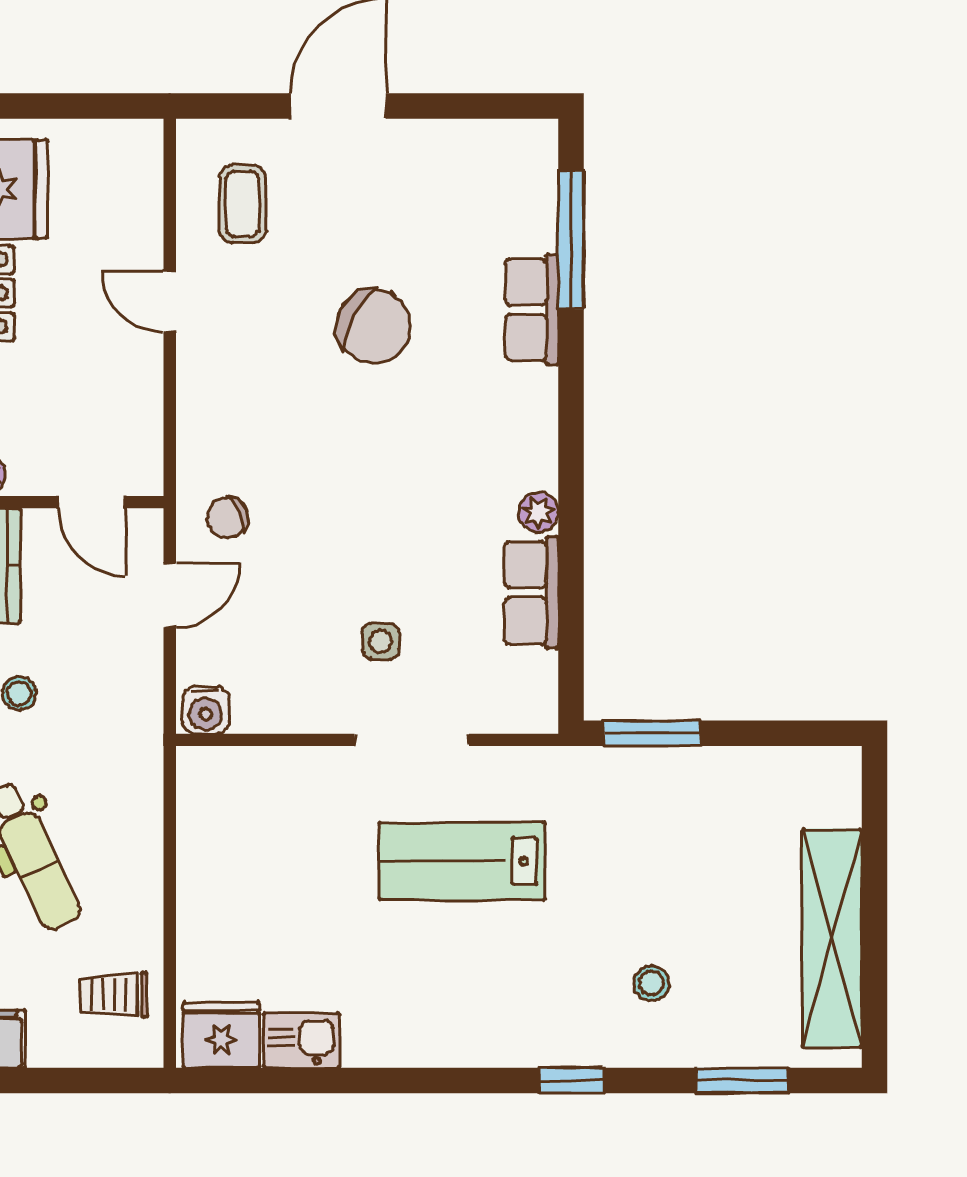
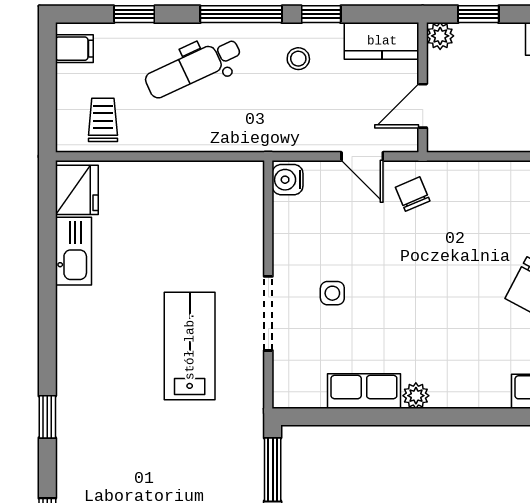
stool: (651, 983) -> (110, 469), removed
kitchen sink: (301, 1040) -> (73, 251), width x1.38

